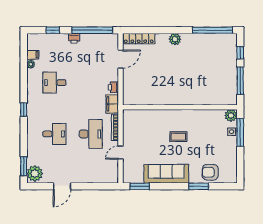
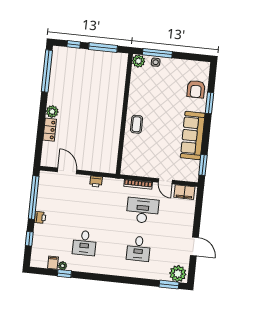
locker: (139, 39) -> (50, 130), moved, width x0.66
filing cabinet: (112, 104) -> (184, 192), moved
window: (24, 110) -> (64, 274), moved
desk: (54, 134) -> (138, 249), turned 180
coffee table: (178, 137) -> (137, 124), moved

